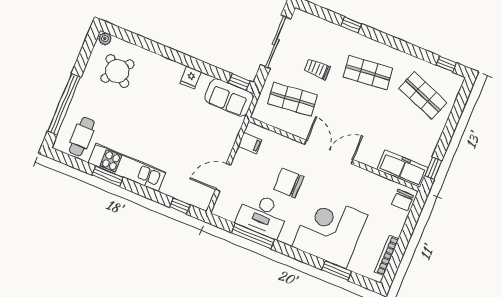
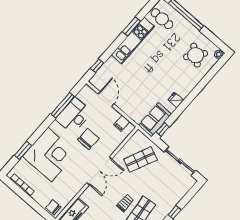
trolley: (317, 69) -> (125, 203), moved
shop shelf: (292, 99) -> (140, 159), turned 30

